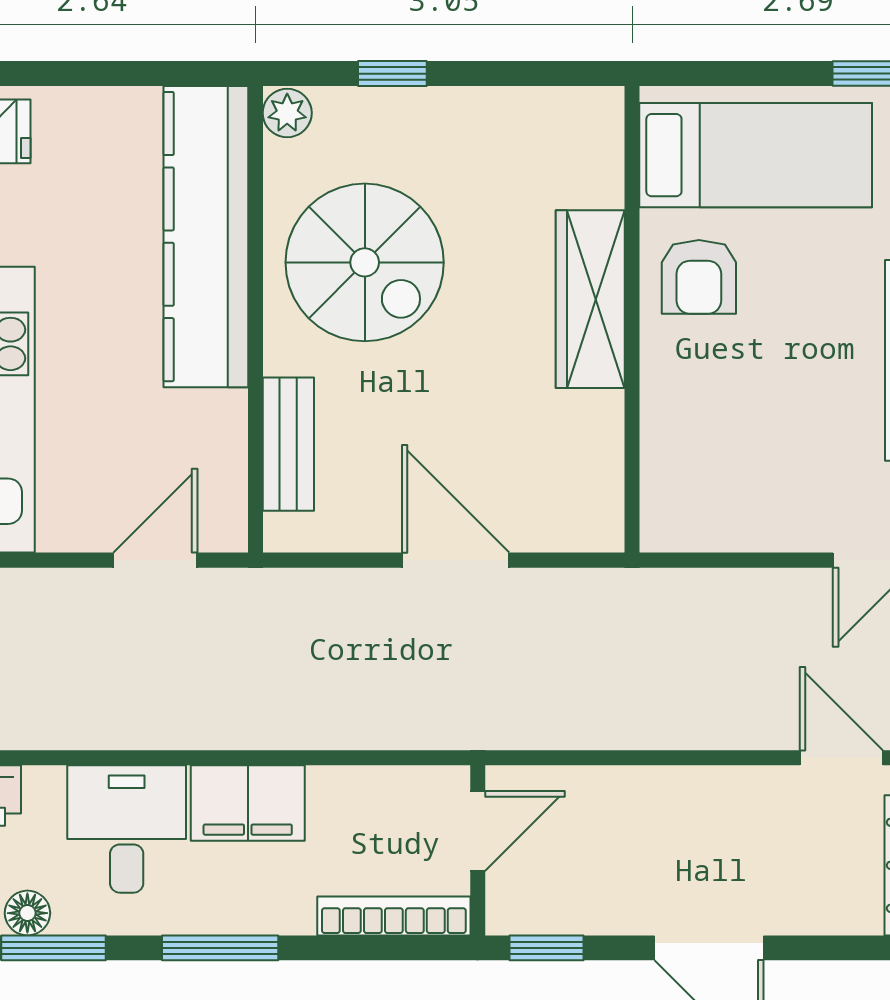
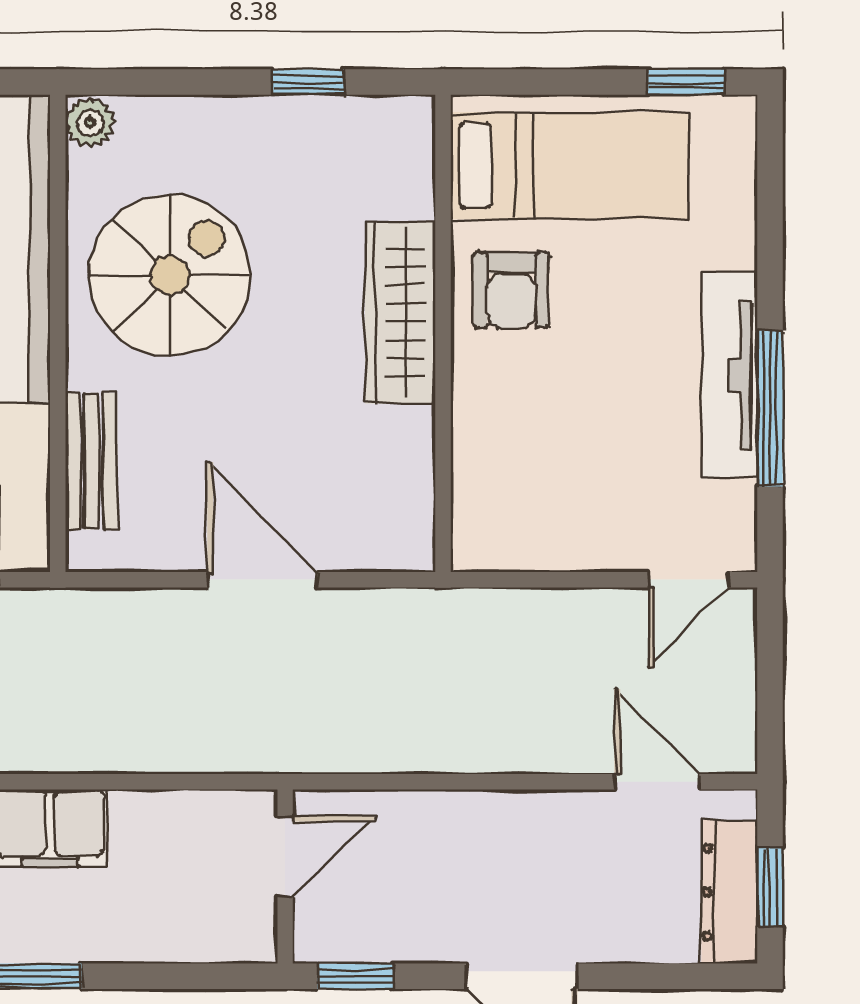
window: (392, 74) -> (309, 82), moved
spiral stairs: (365, 262) -> (169, 275), turned -90
bookcase: (394, 916) -> (199, 944), removed

